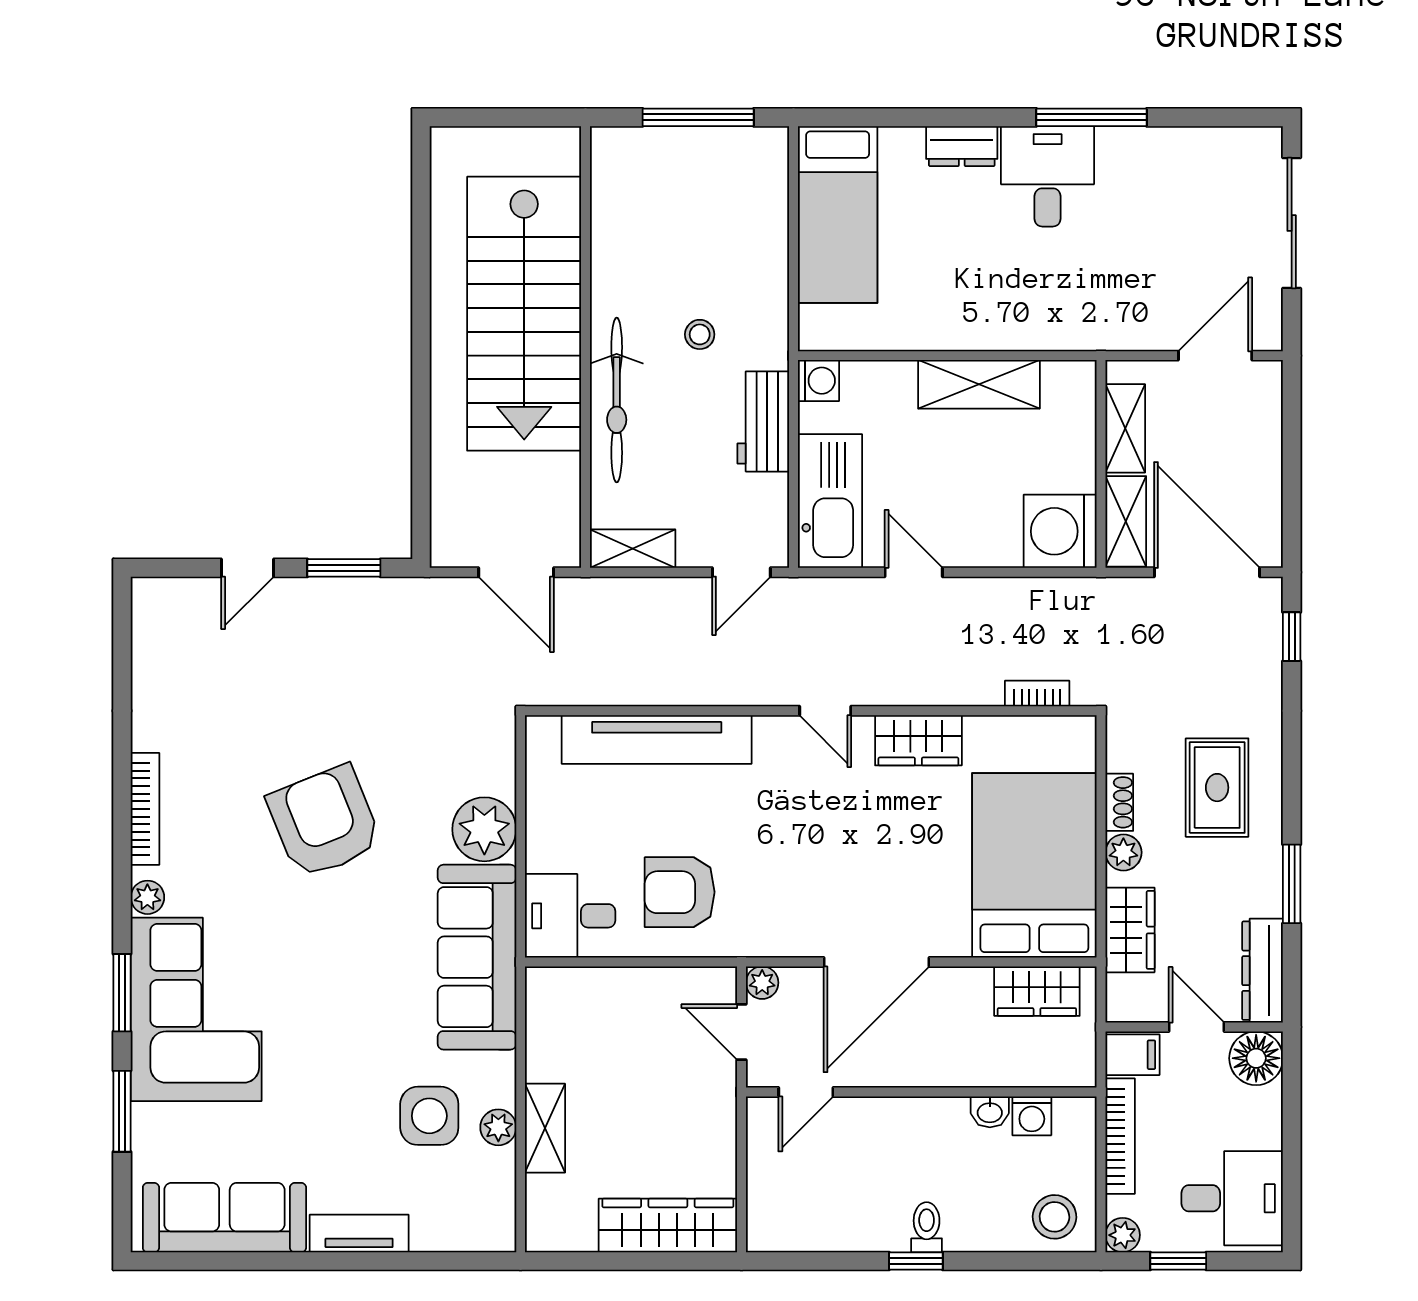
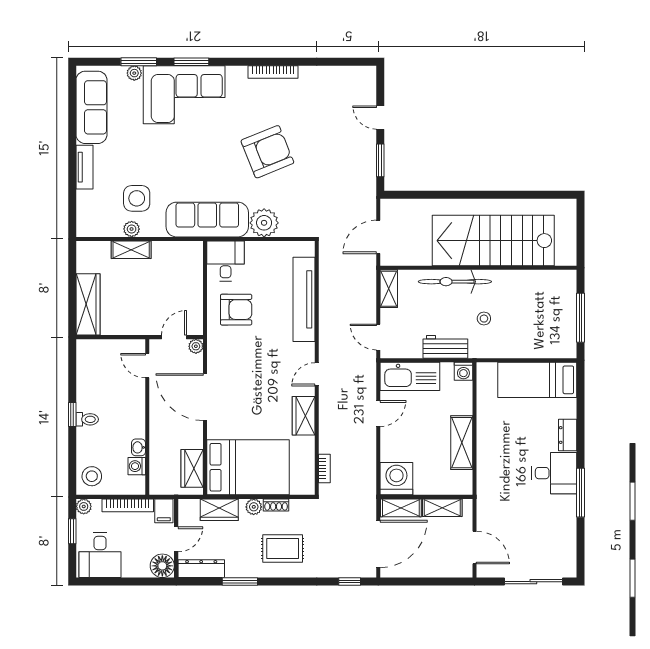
armchair: (680, 892) -> (236, 310), turned 90
plant: (147, 897) -> (134, 73), moved

